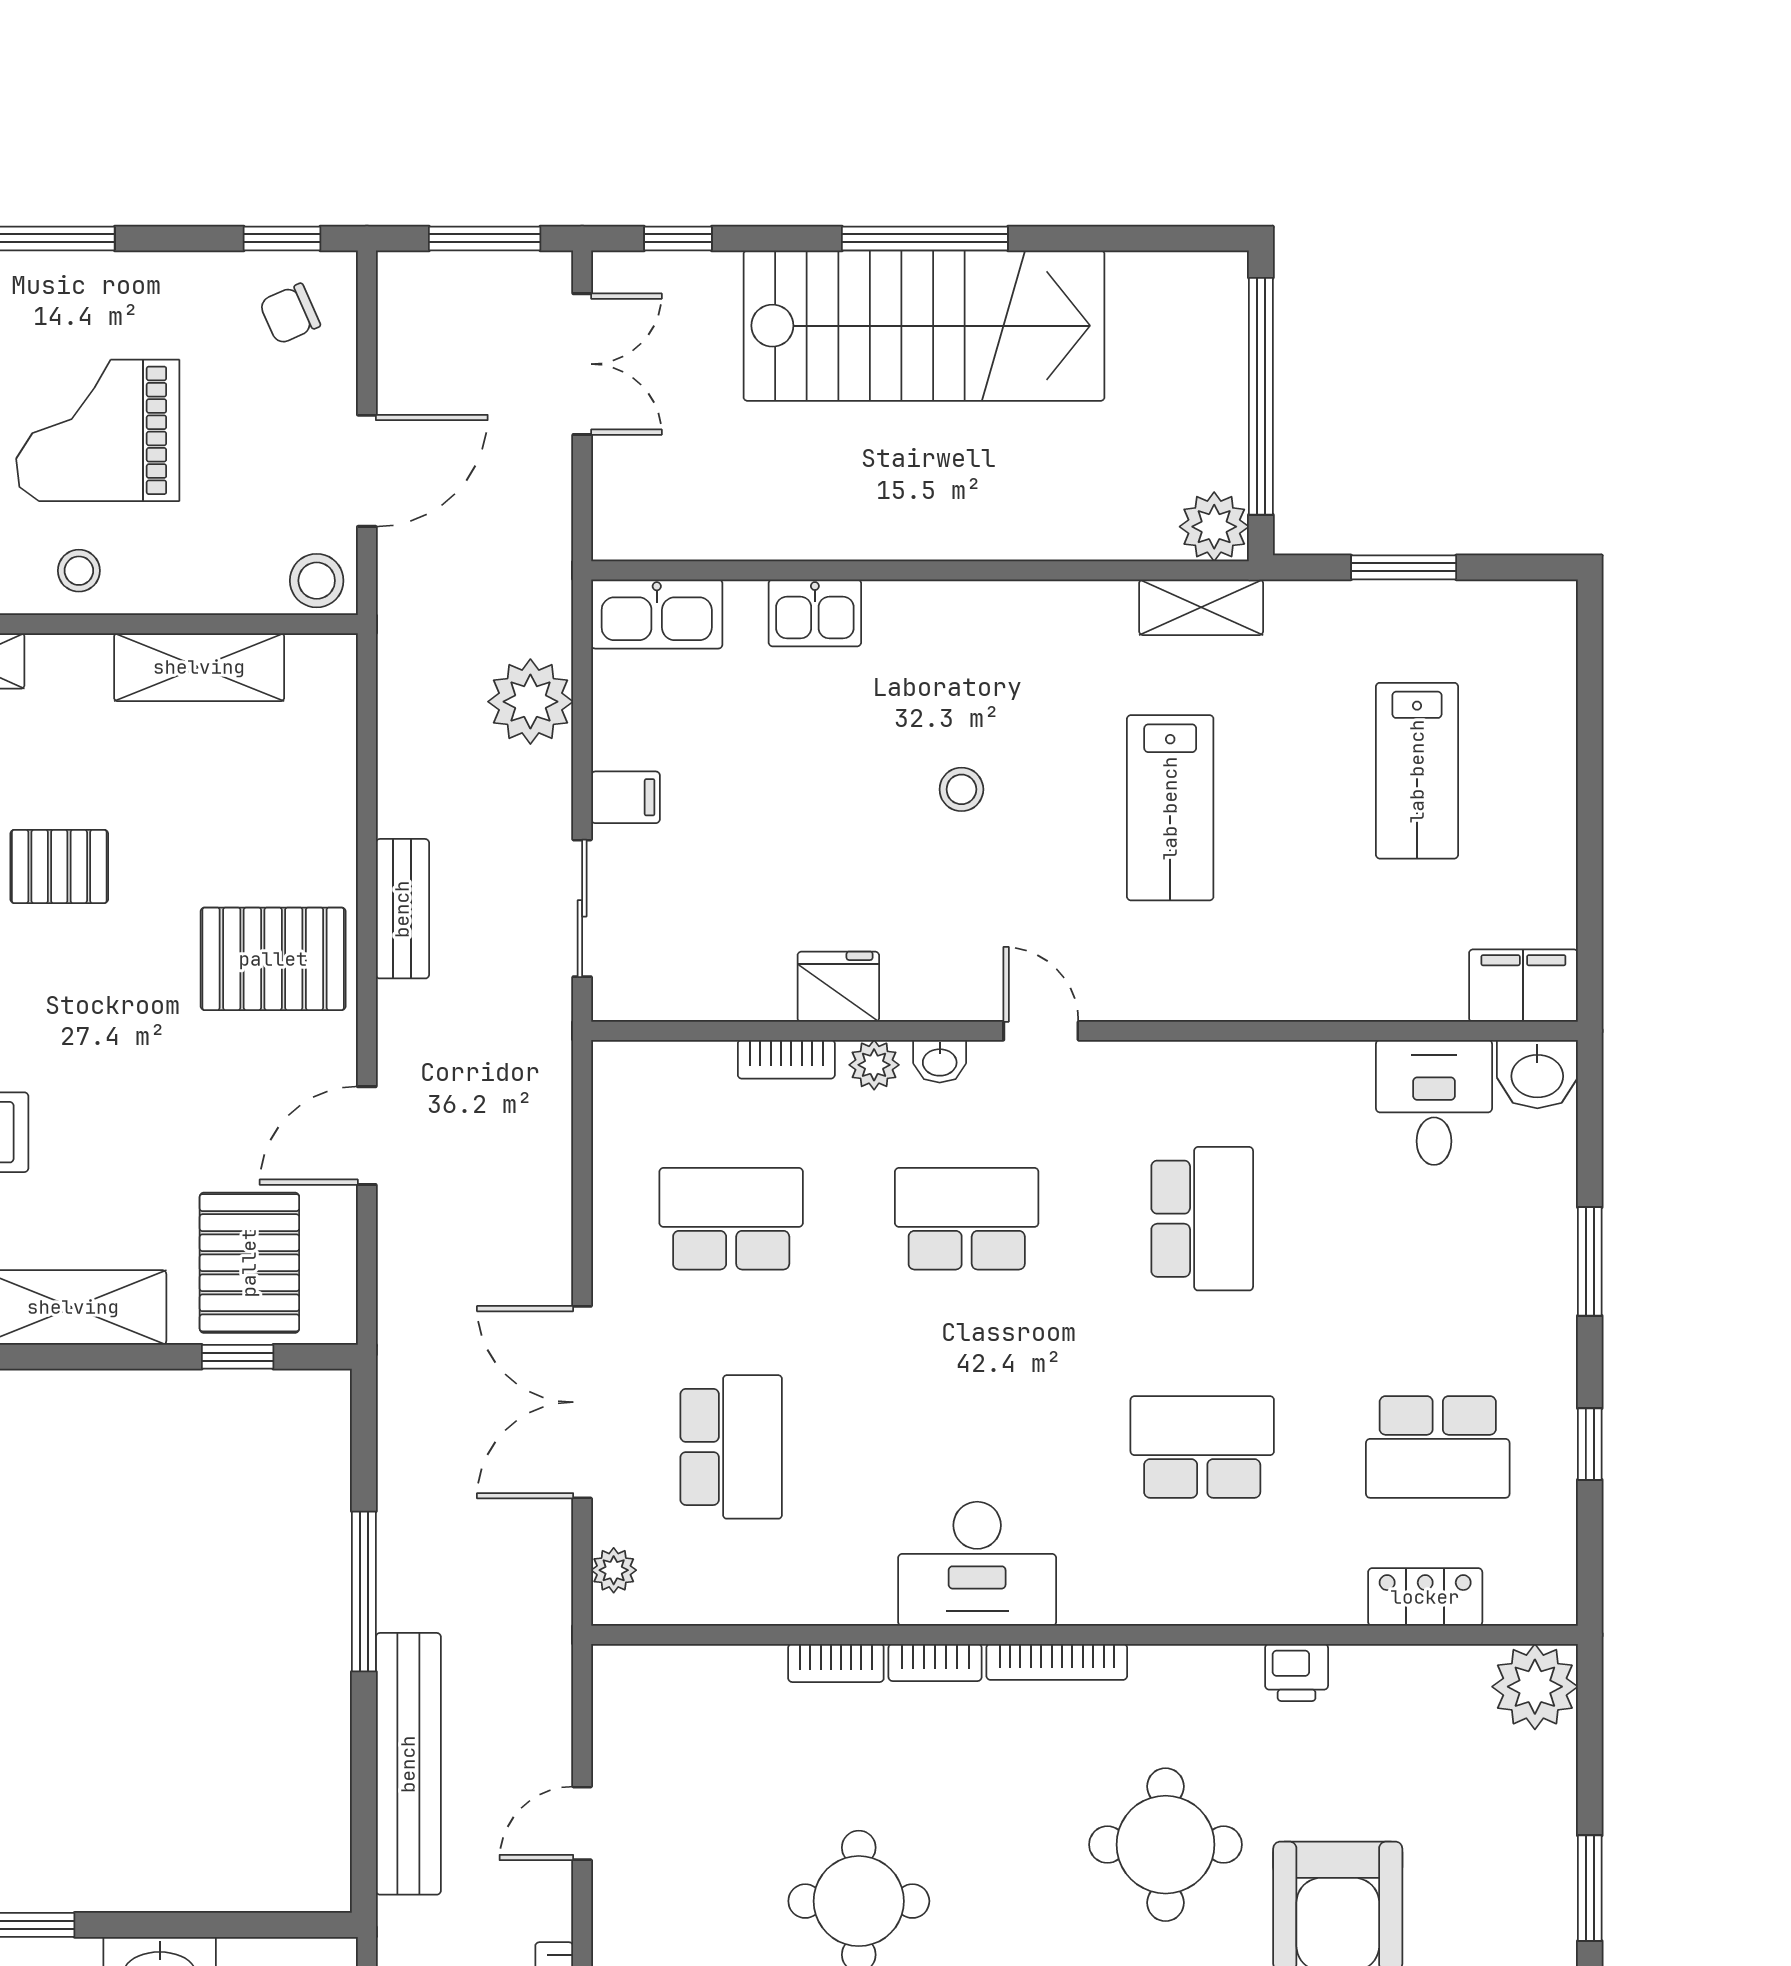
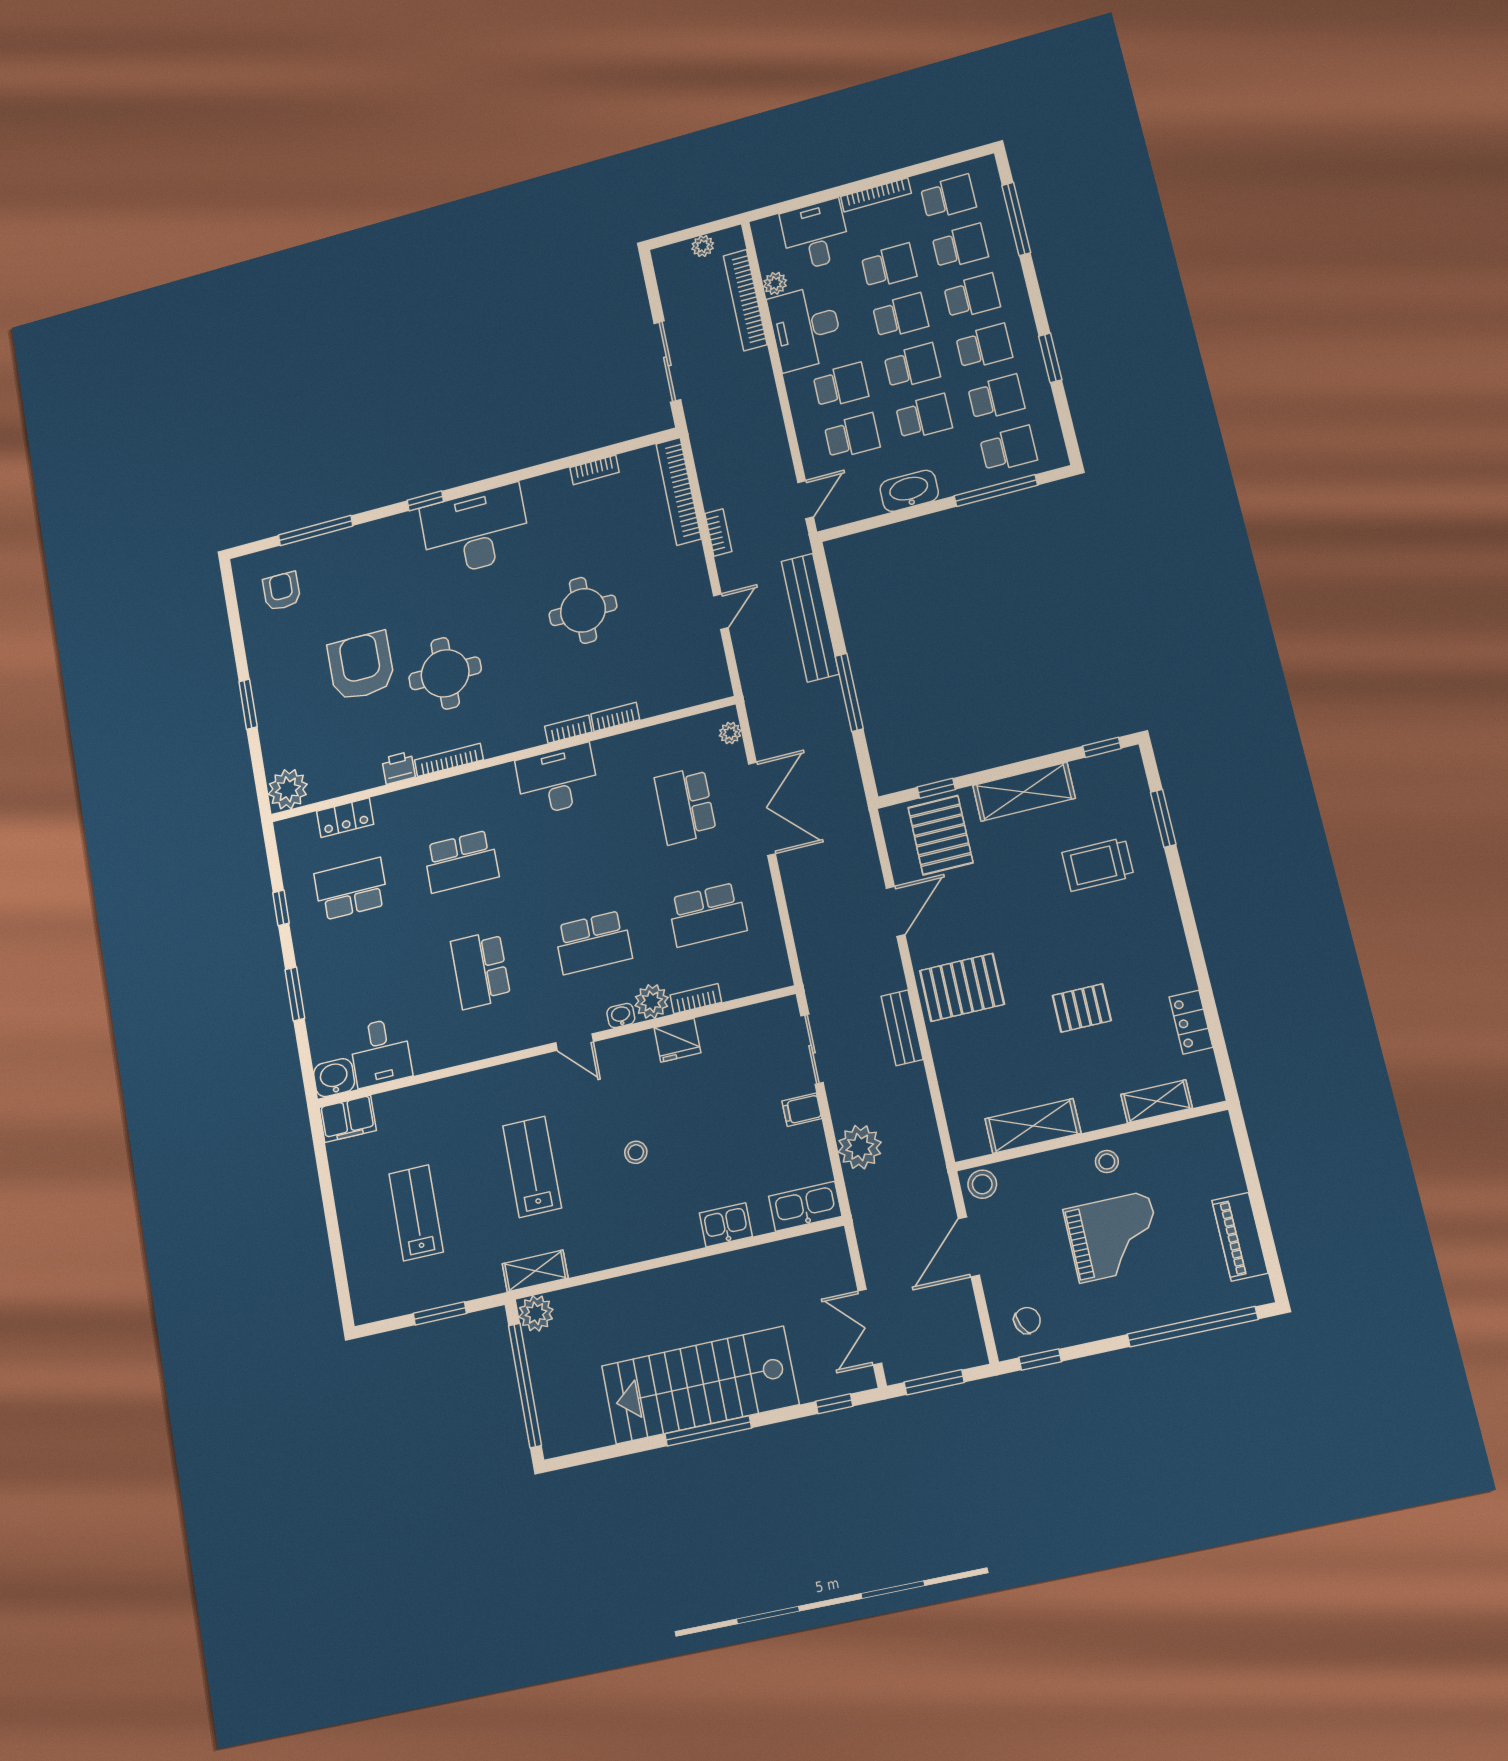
plant: (874, 1065) -> (652, 1002), width x1.38, depth x1.38
bookcase: (1057, 1662) -> (449, 760), moved

